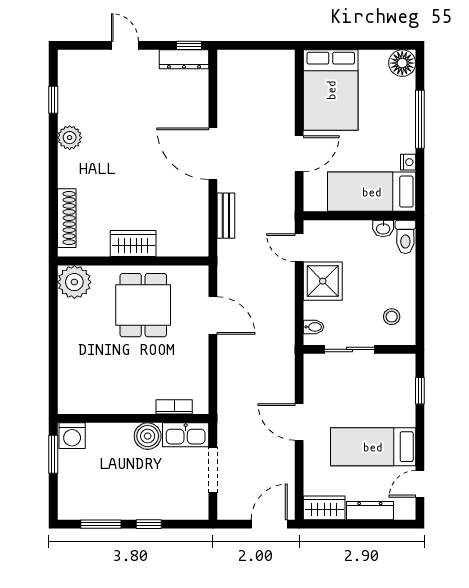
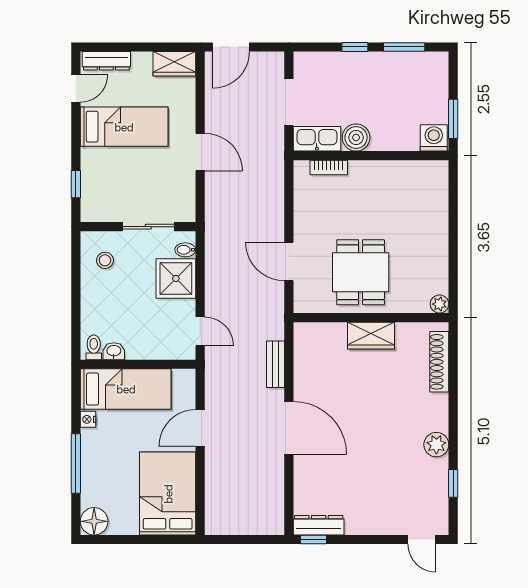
door: (125, 45) -> (422, 539), moved
toilet: (405, 237) -> (94, 347), width x0.73, depth x0.72
shower: (323, 281) -> (176, 278), moved
plant: (74, 282) -> (439, 304), width x0.53, depth x0.53
dresser: (370, 511) -> (106, 61), moved

